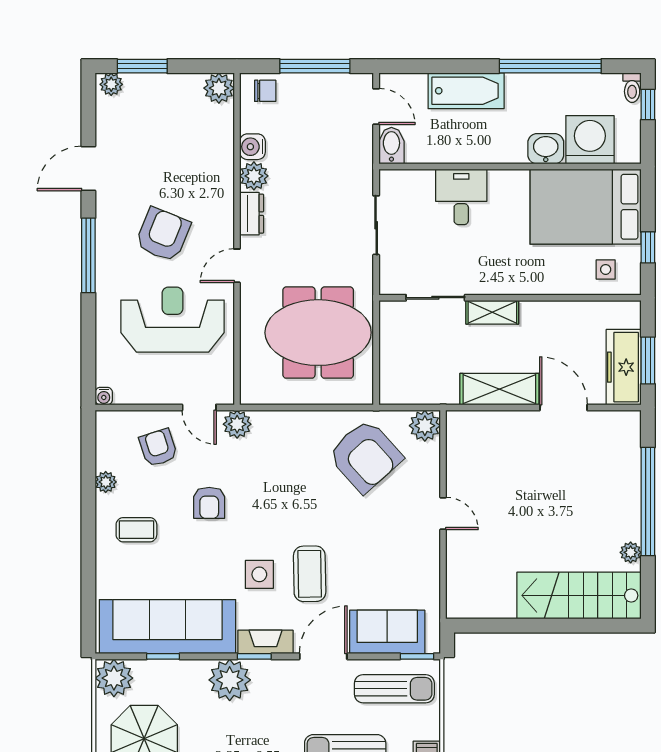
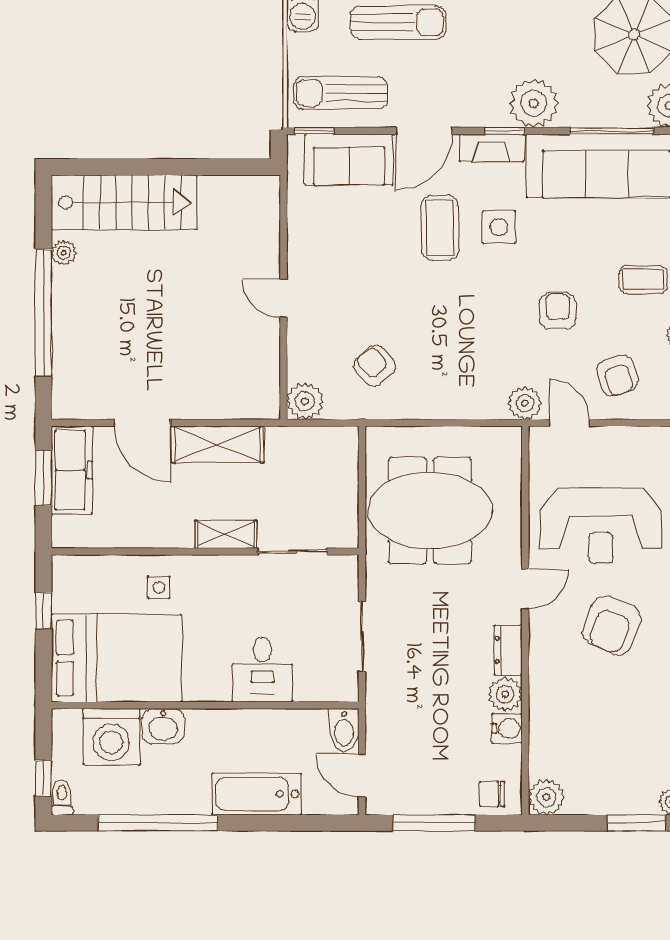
side table: (606, 269) -> (159, 587), moved
armchair: (365, 456) -> (375, 366), width x0.53, depth x0.53
window: (163, 656) -> (612, 131), width x2.17

